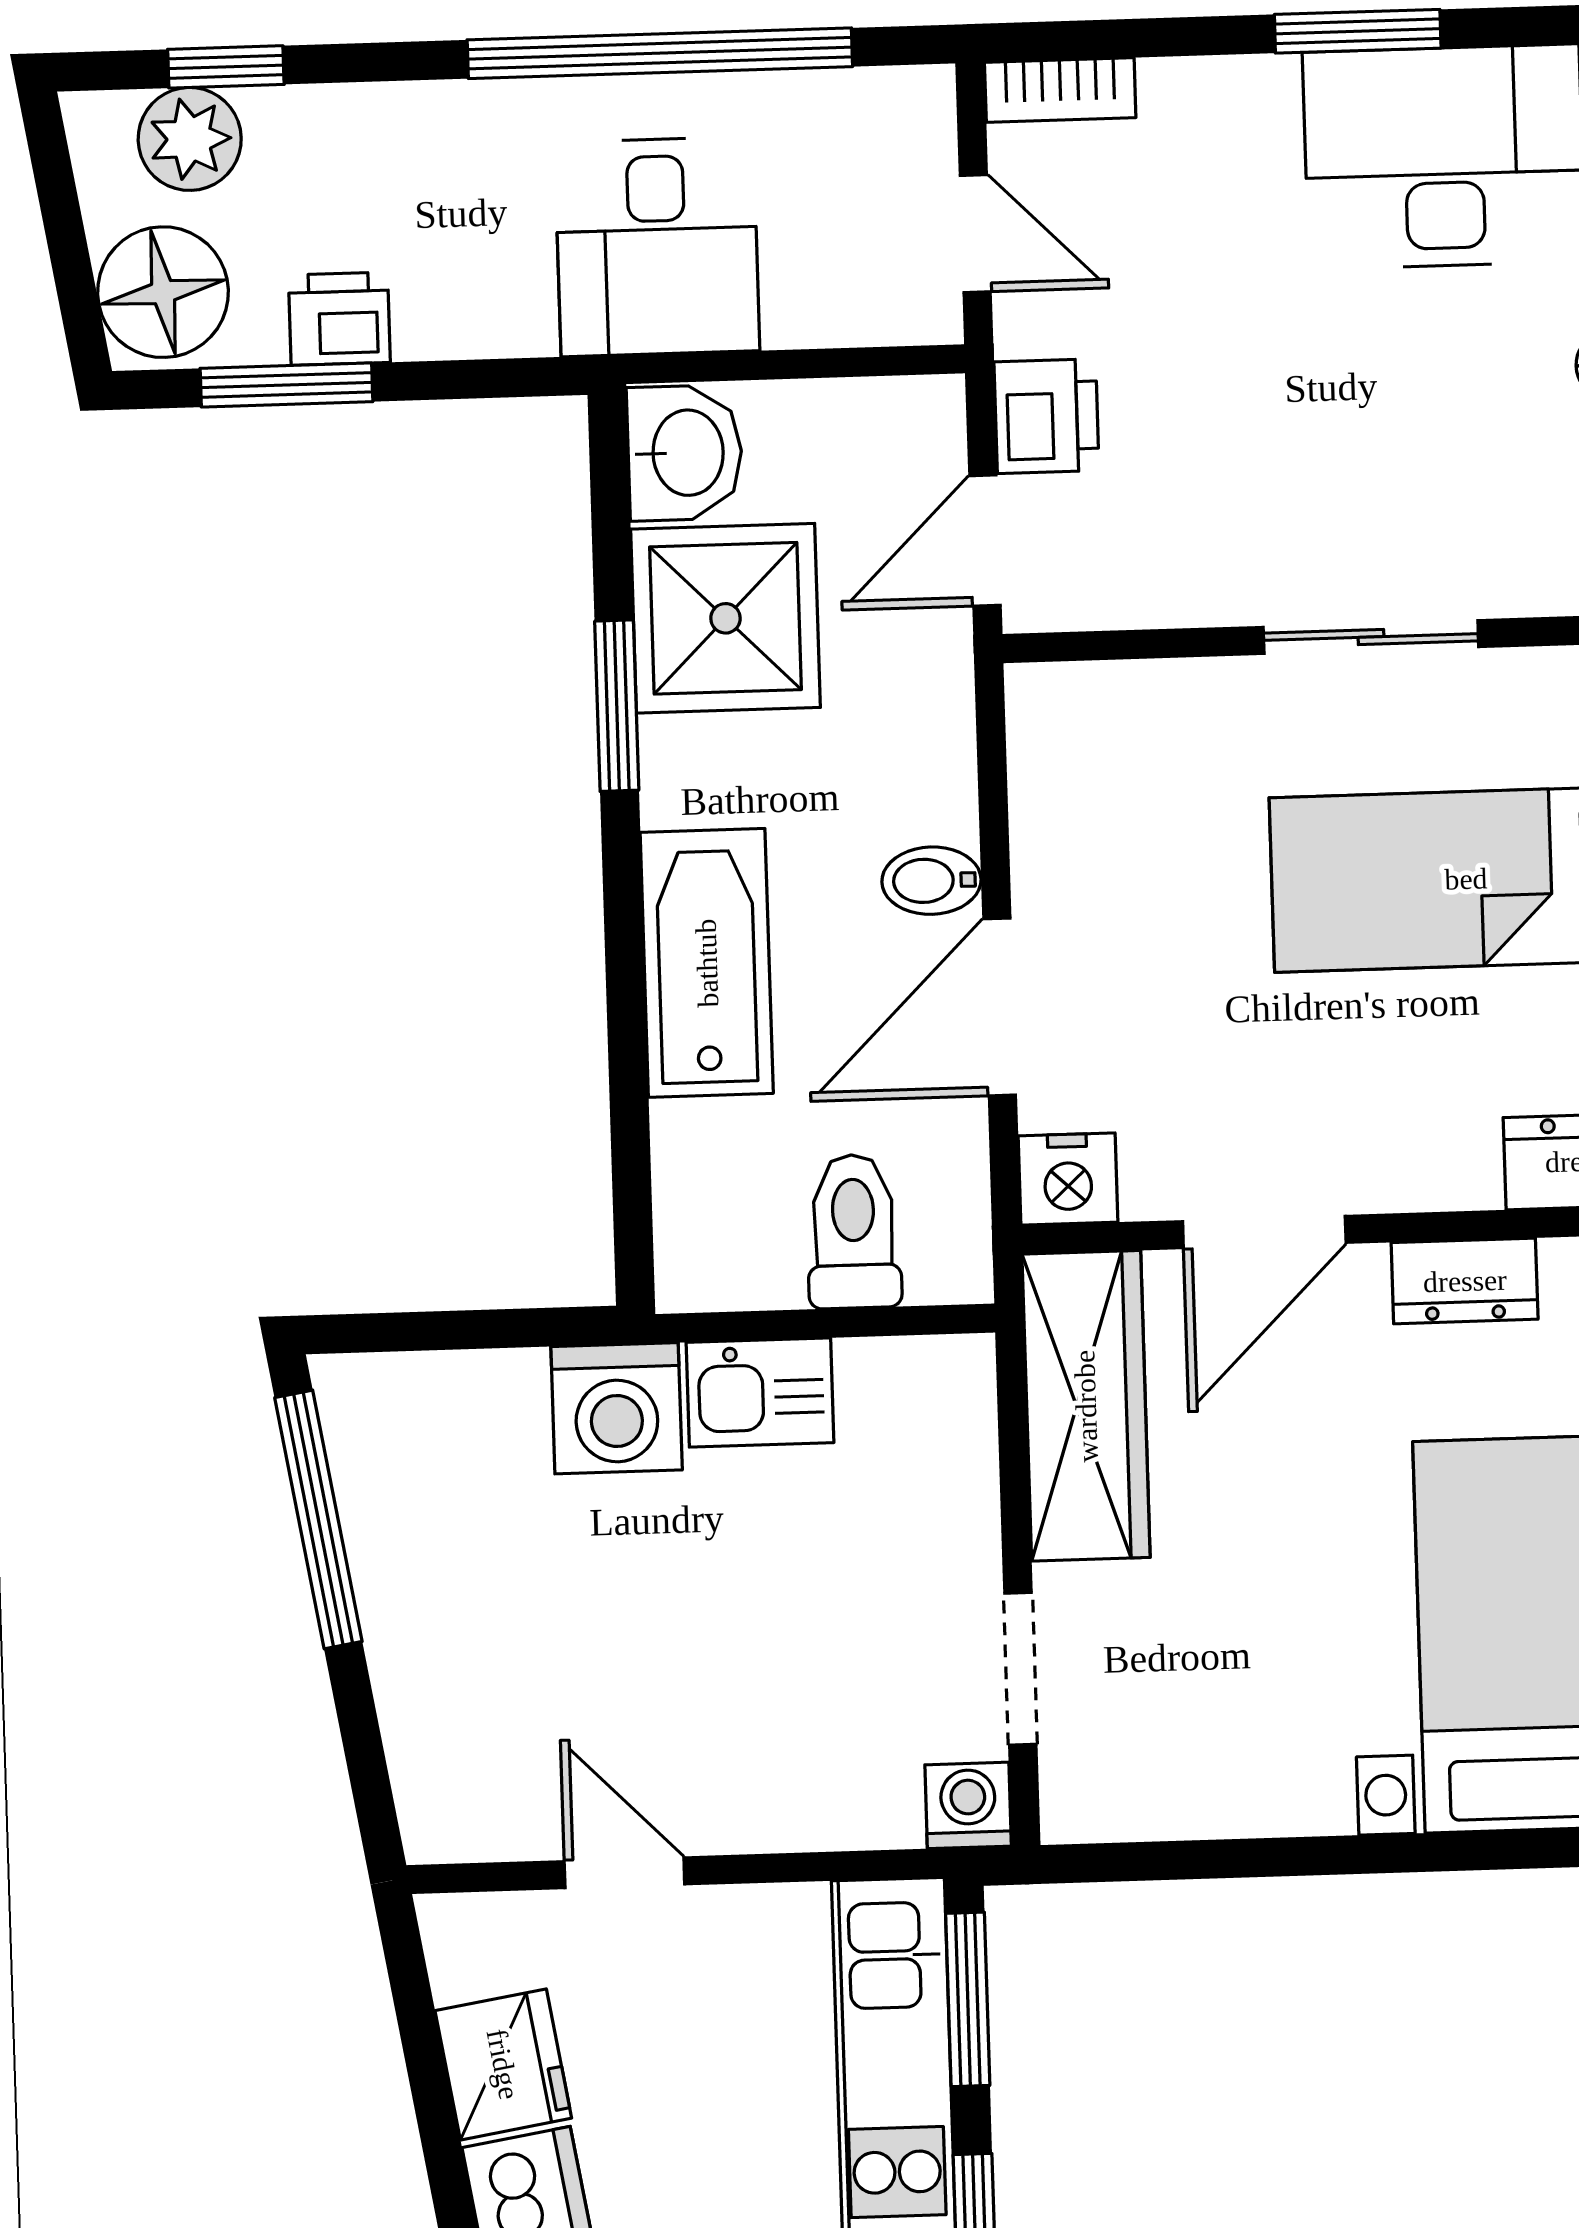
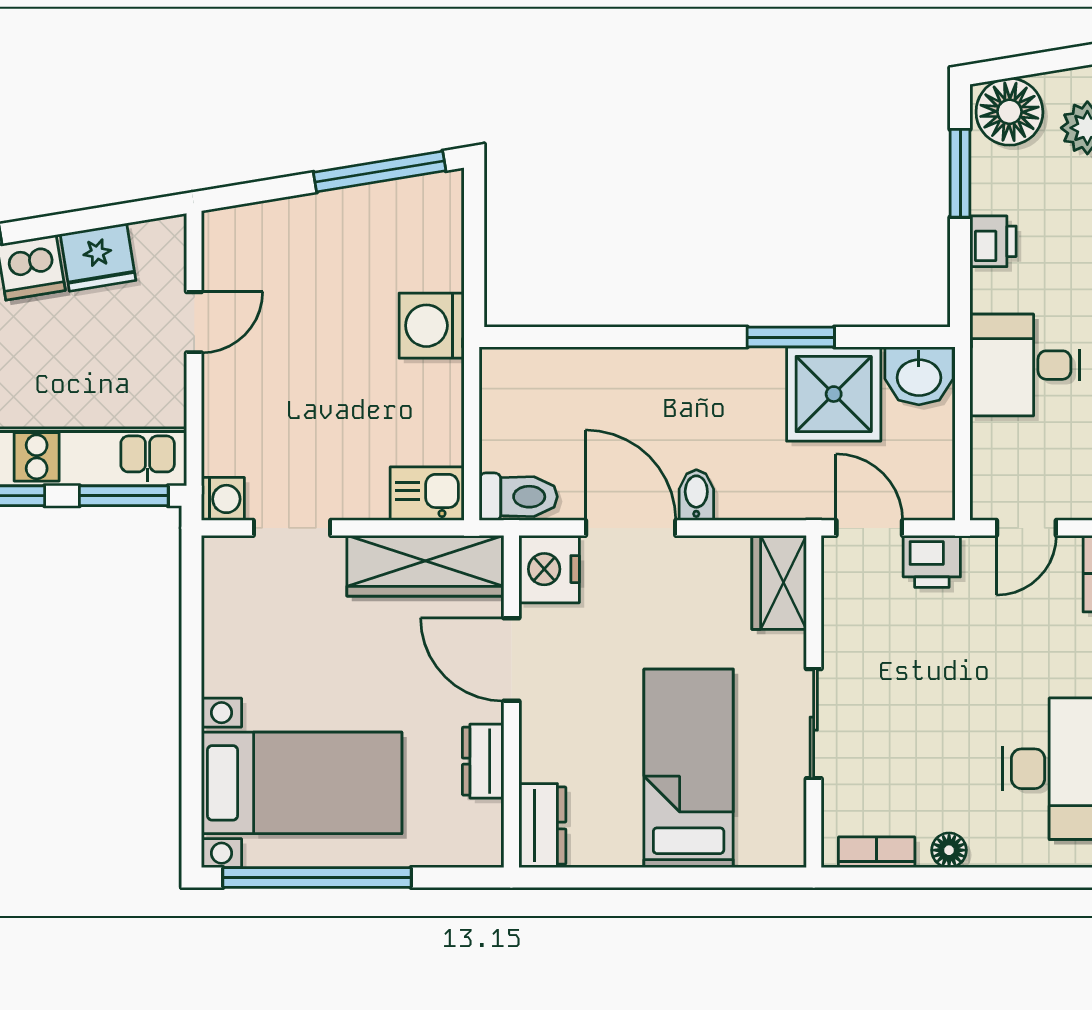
printer: (339, 319) -> (993, 241), moved
wardrobe: (1097, 713) -> (779, 582), added
bathtub: (707, 963) -> (658, 379), removed
nightstand: (1068, 1179) -> (549, 569), width x1.36, depth x1.33
toilet: (854, 1231) -> (518, 497), moved
kitchen sink: (760, 1392) -> (427, 494), moved, turned 90

